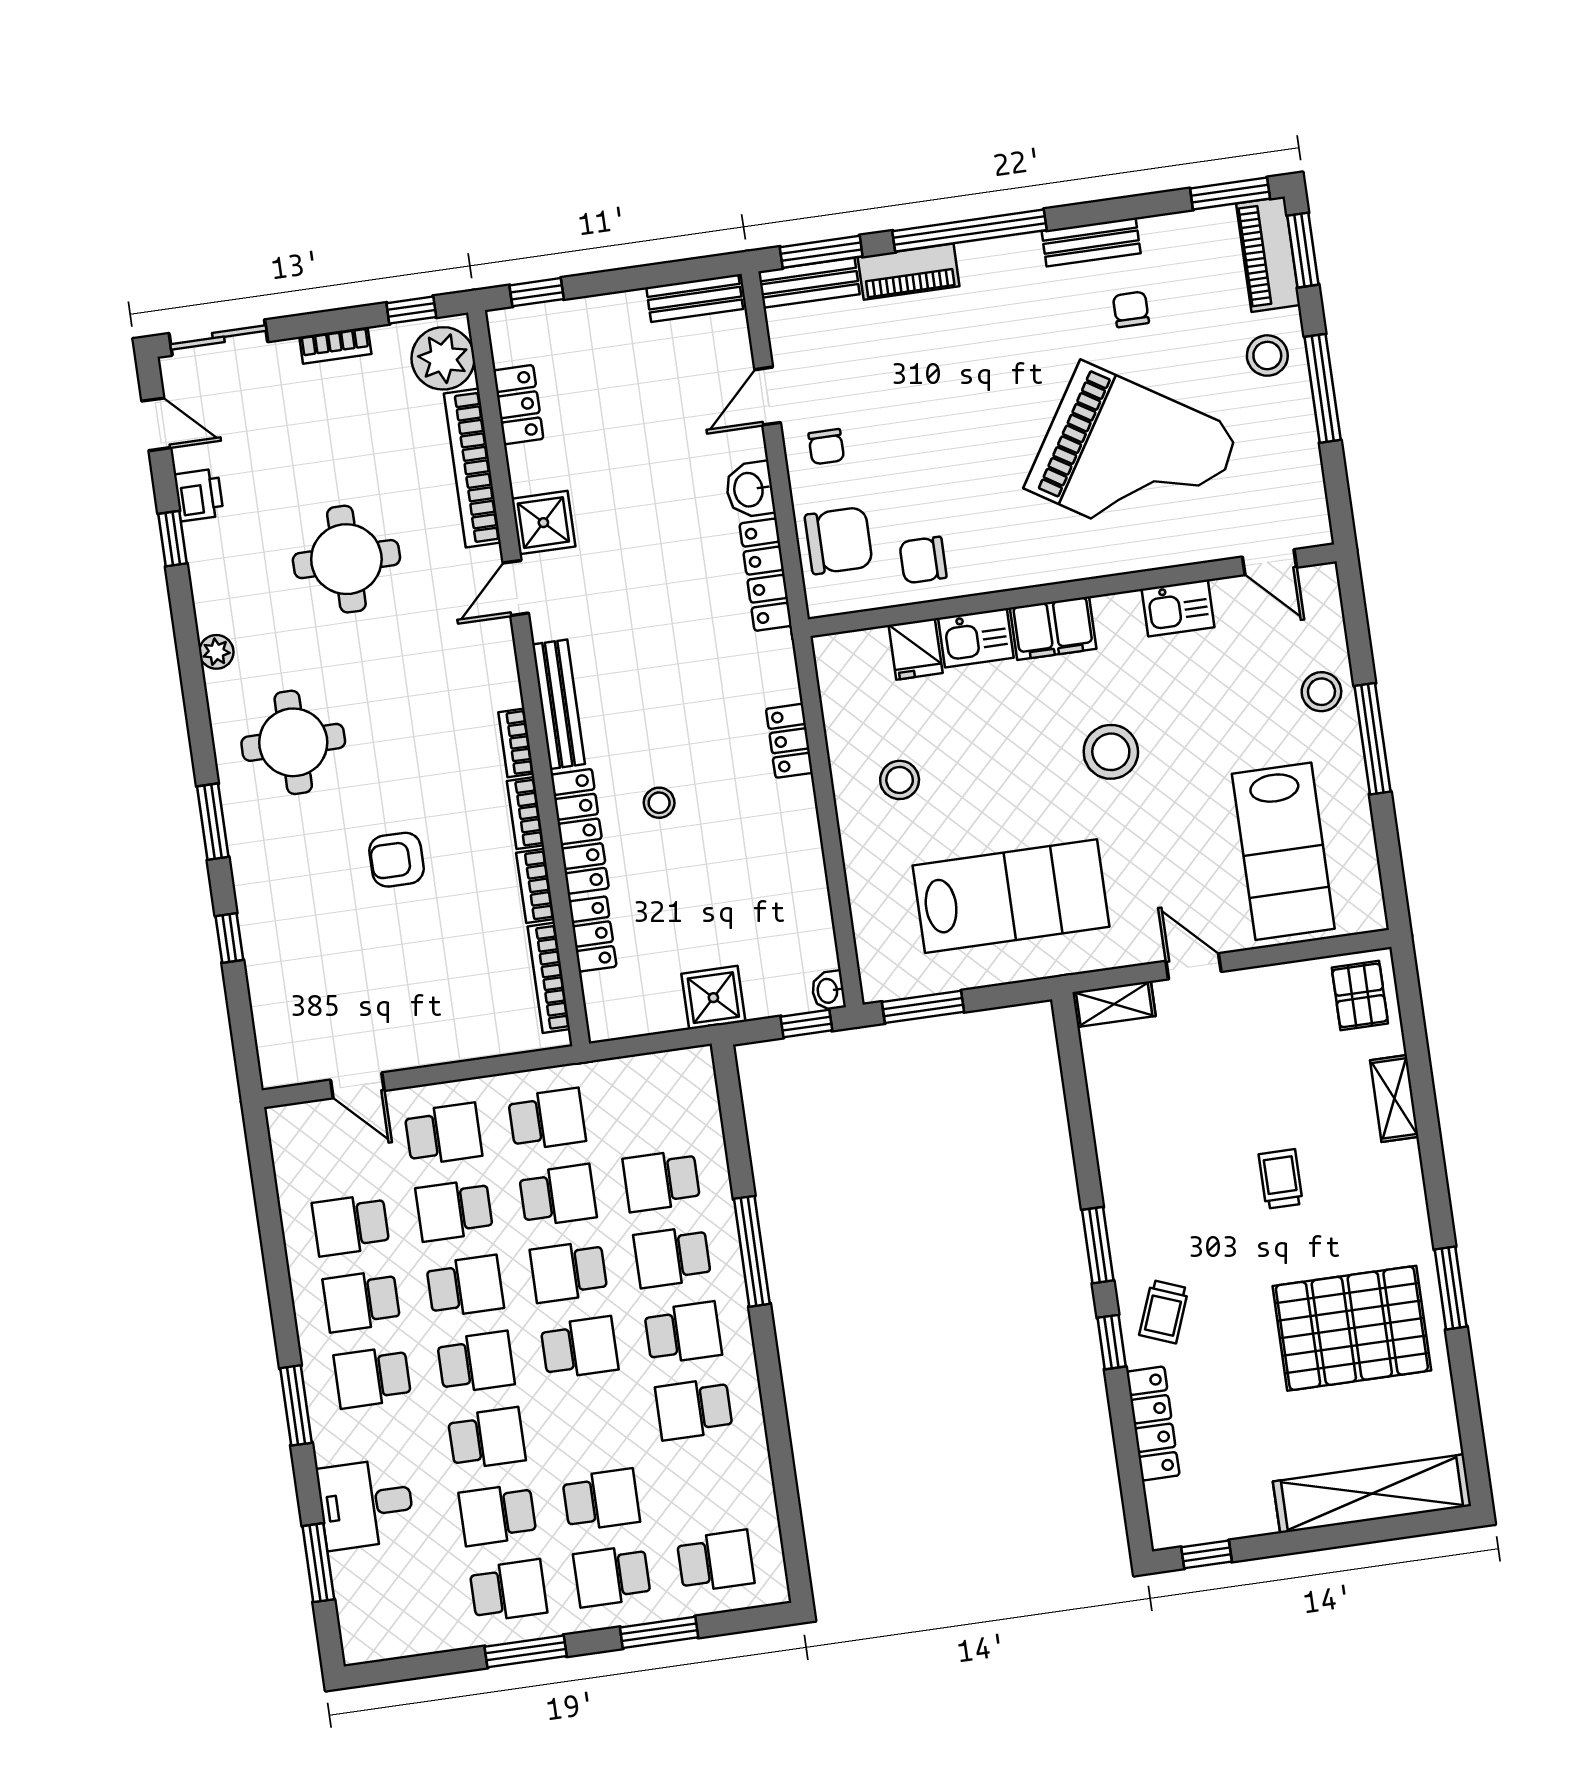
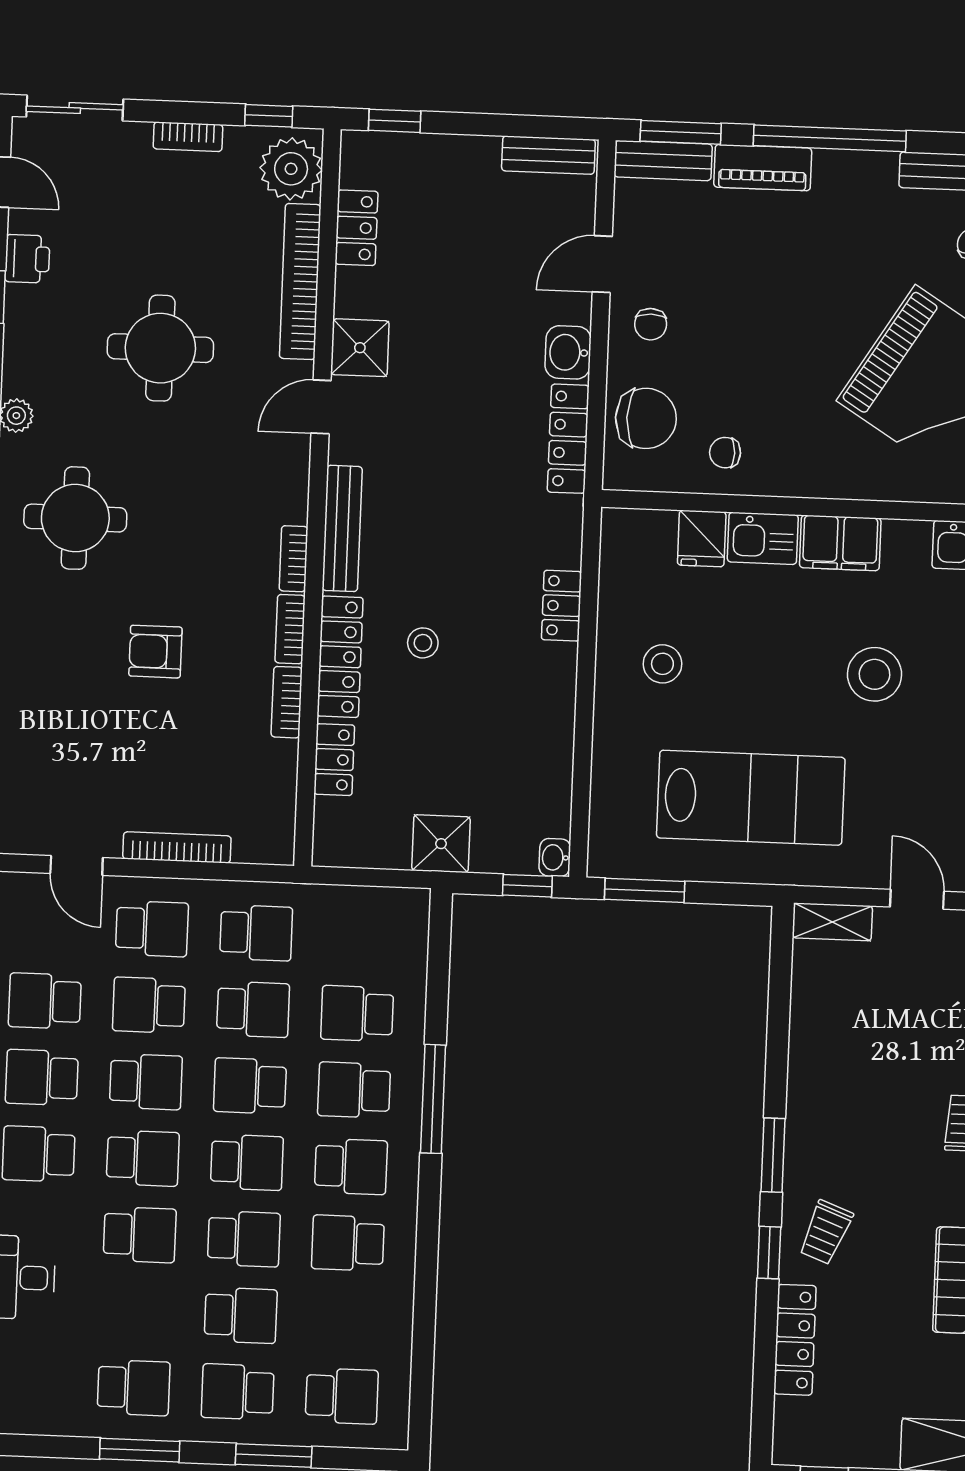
chair: (923, 560) -> (725, 453), width x0.73, depth x0.73
bookcase: (549, 978) -> (177, 847), moved, turned 90
school desk: (498, 1515) -> (244, 1239), moved, turned 180

